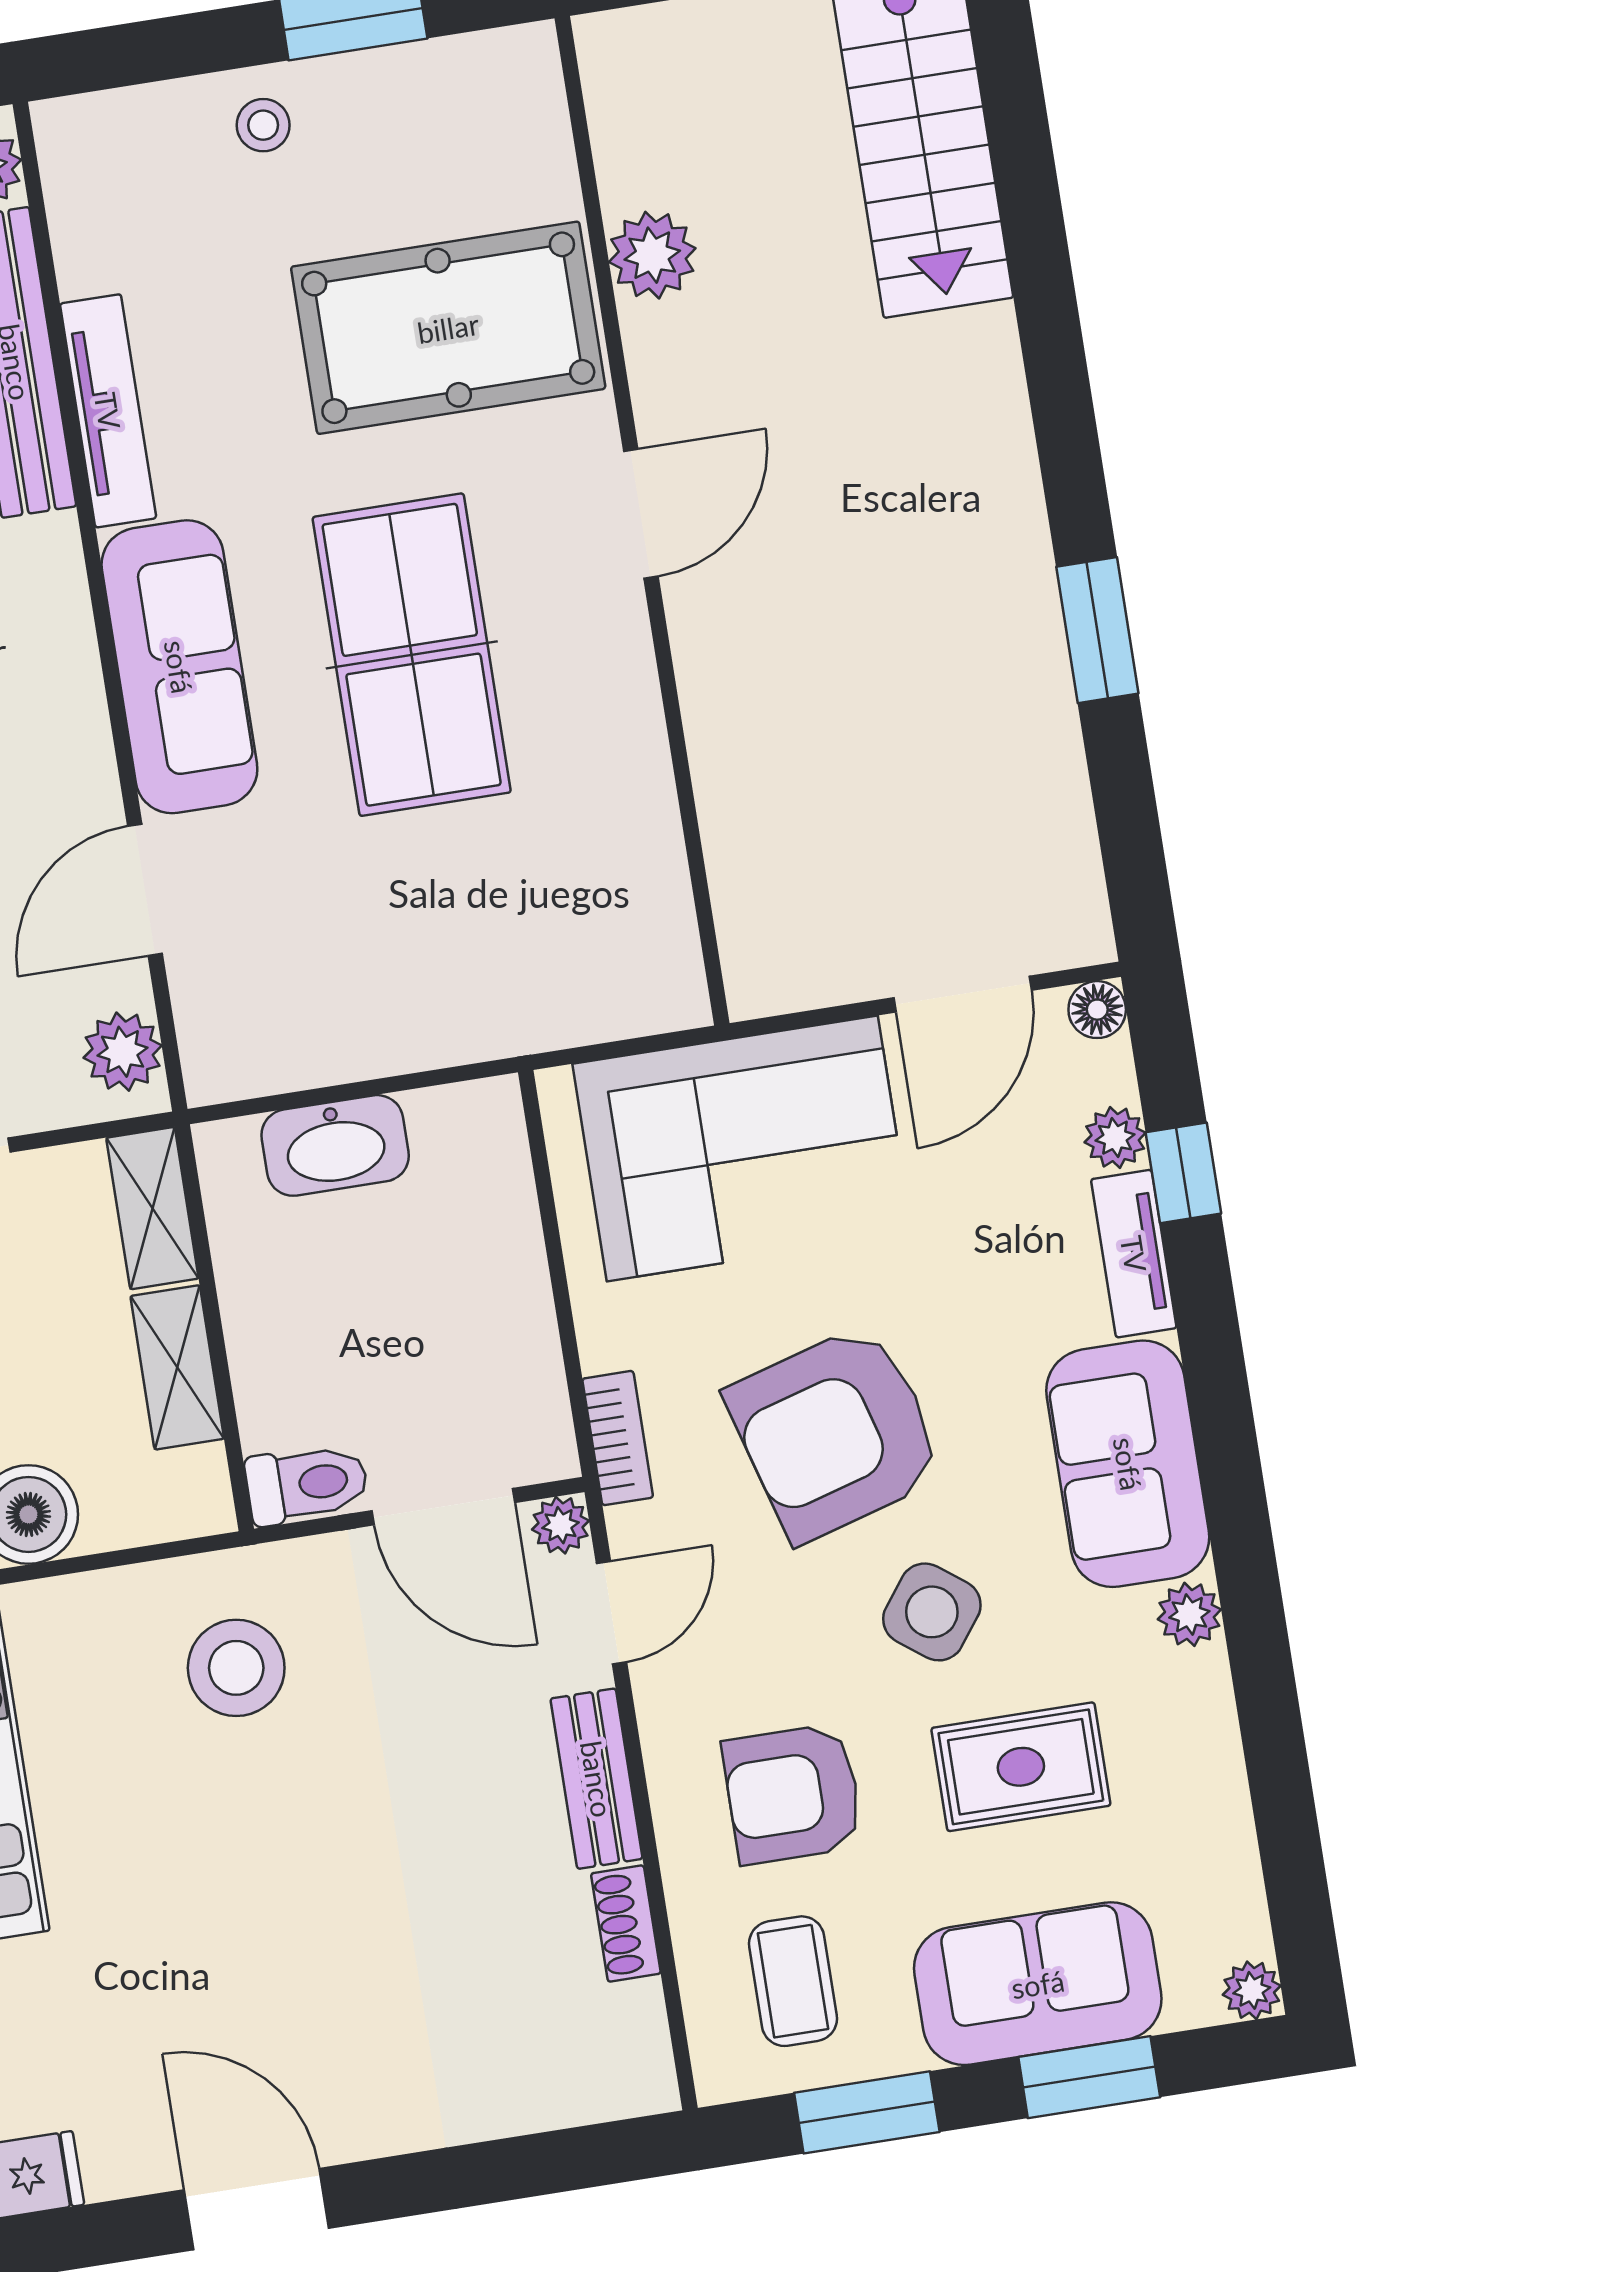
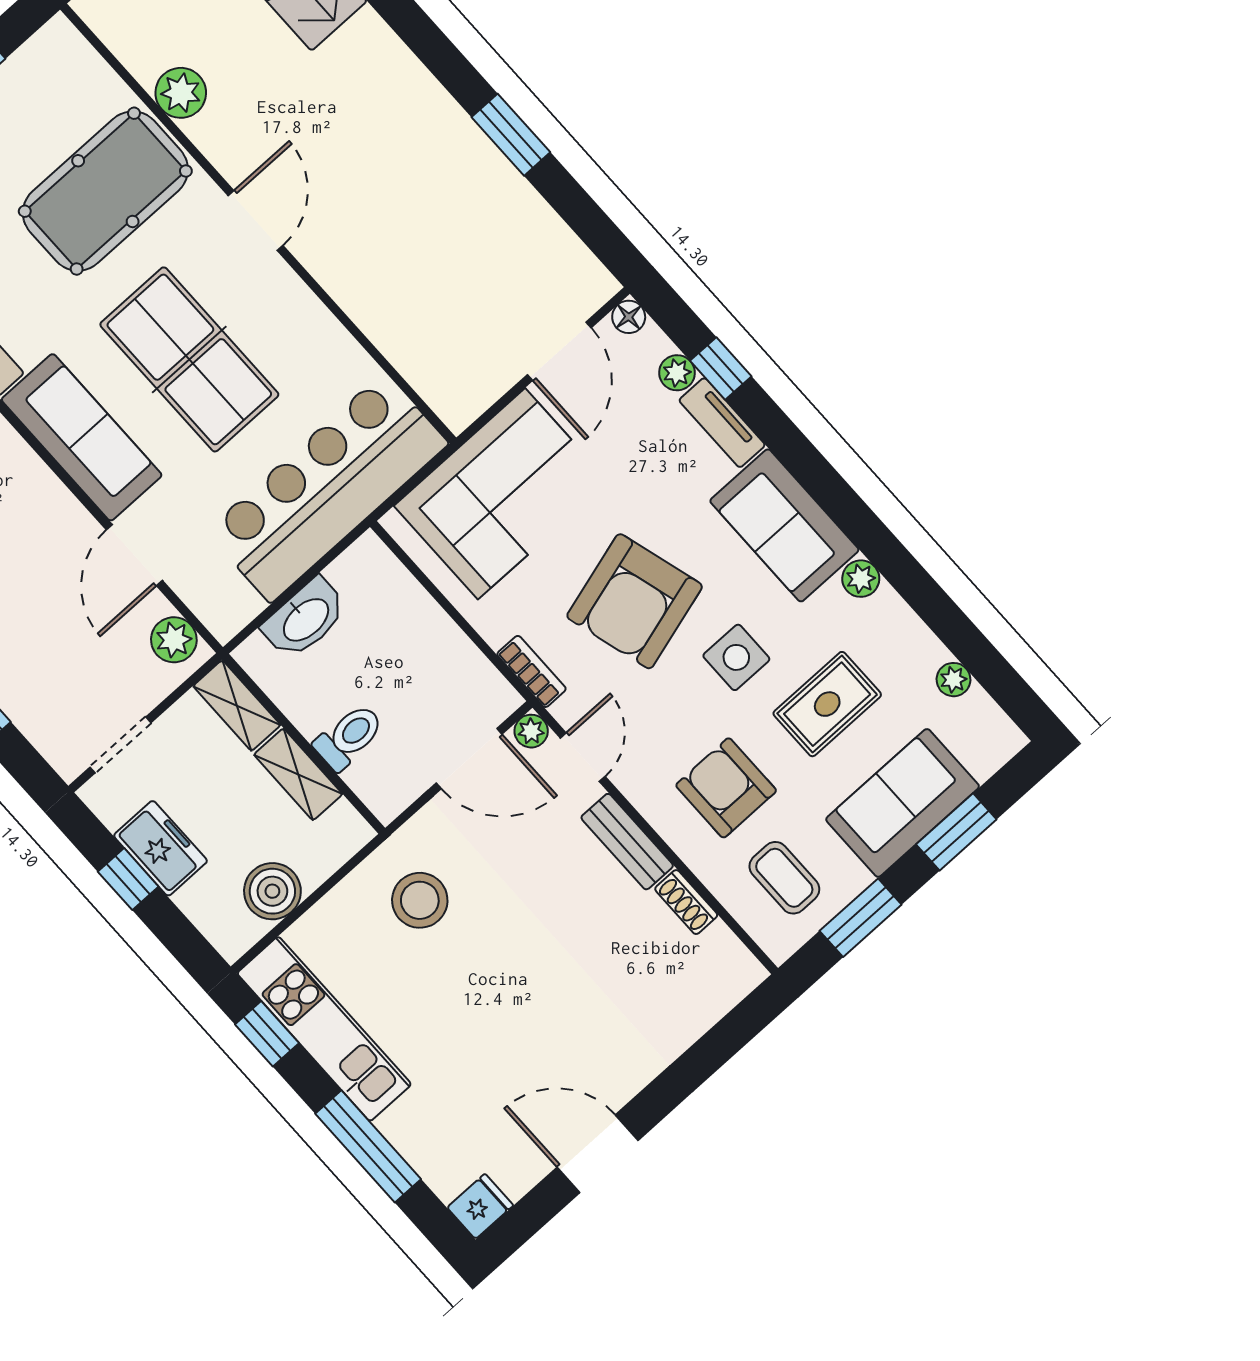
bar counter: (493, 974) -> (327, 487), added
toilet: (307, 1484) -> (349, 737), moved
side table: (932, 1612) -> (736, 657), turned -37
armchair: (793, 1794) -> (726, 788), turned 90
plant: (1252, 1990) -> (953, 680), moved

